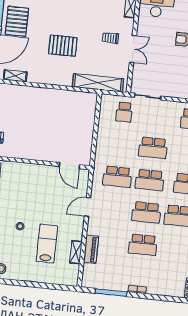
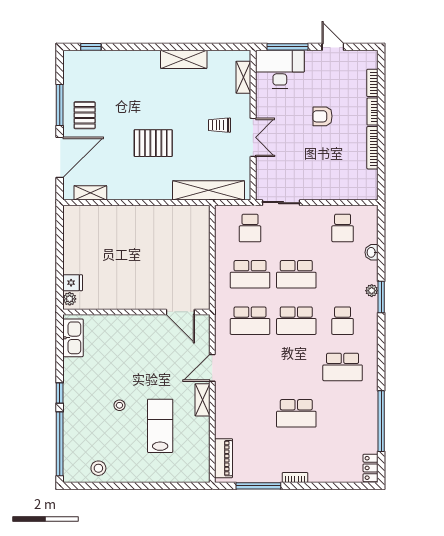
pallet: (17, 21) -> (85, 115), width x0.67, depth x0.71
school desk: (146, 212) -> (250, 274), moved
piano: (91, 249) -> (224, 458), moved
shelving: (76, 252) -> (202, 400), moved

